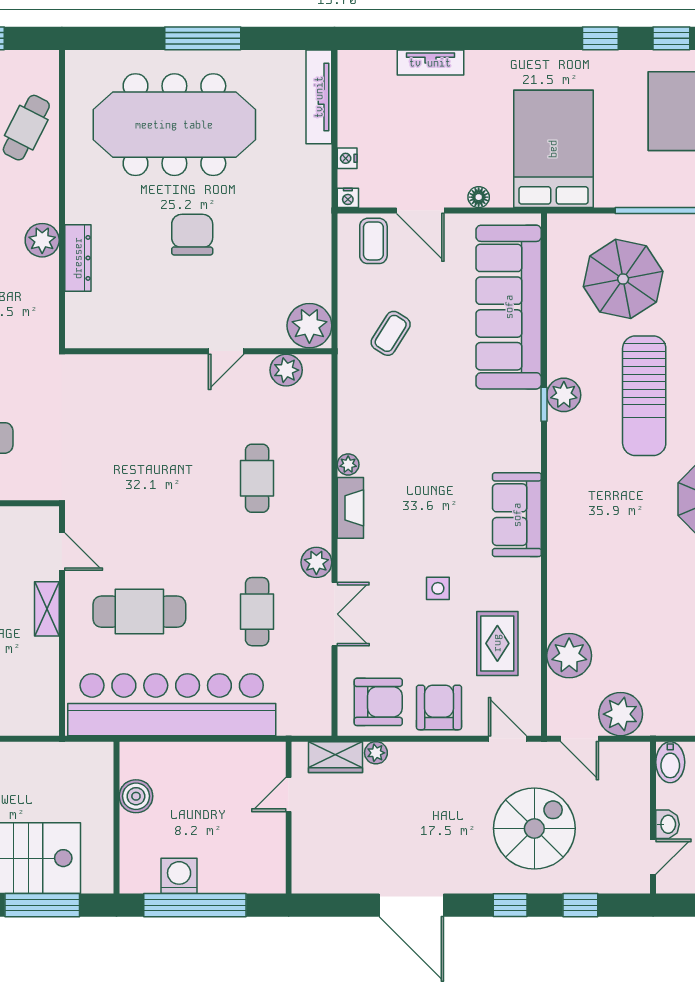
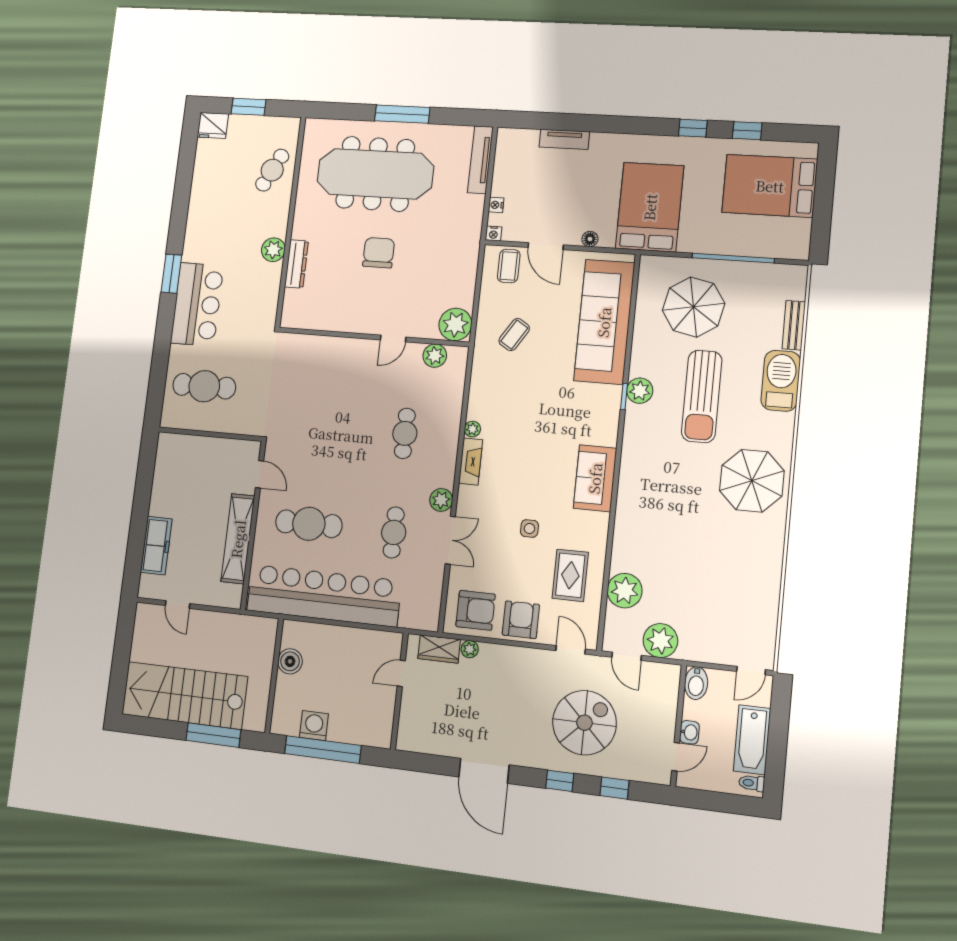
shelving: (47, 609) -> (238, 539), width x2.20, depth x1.33

